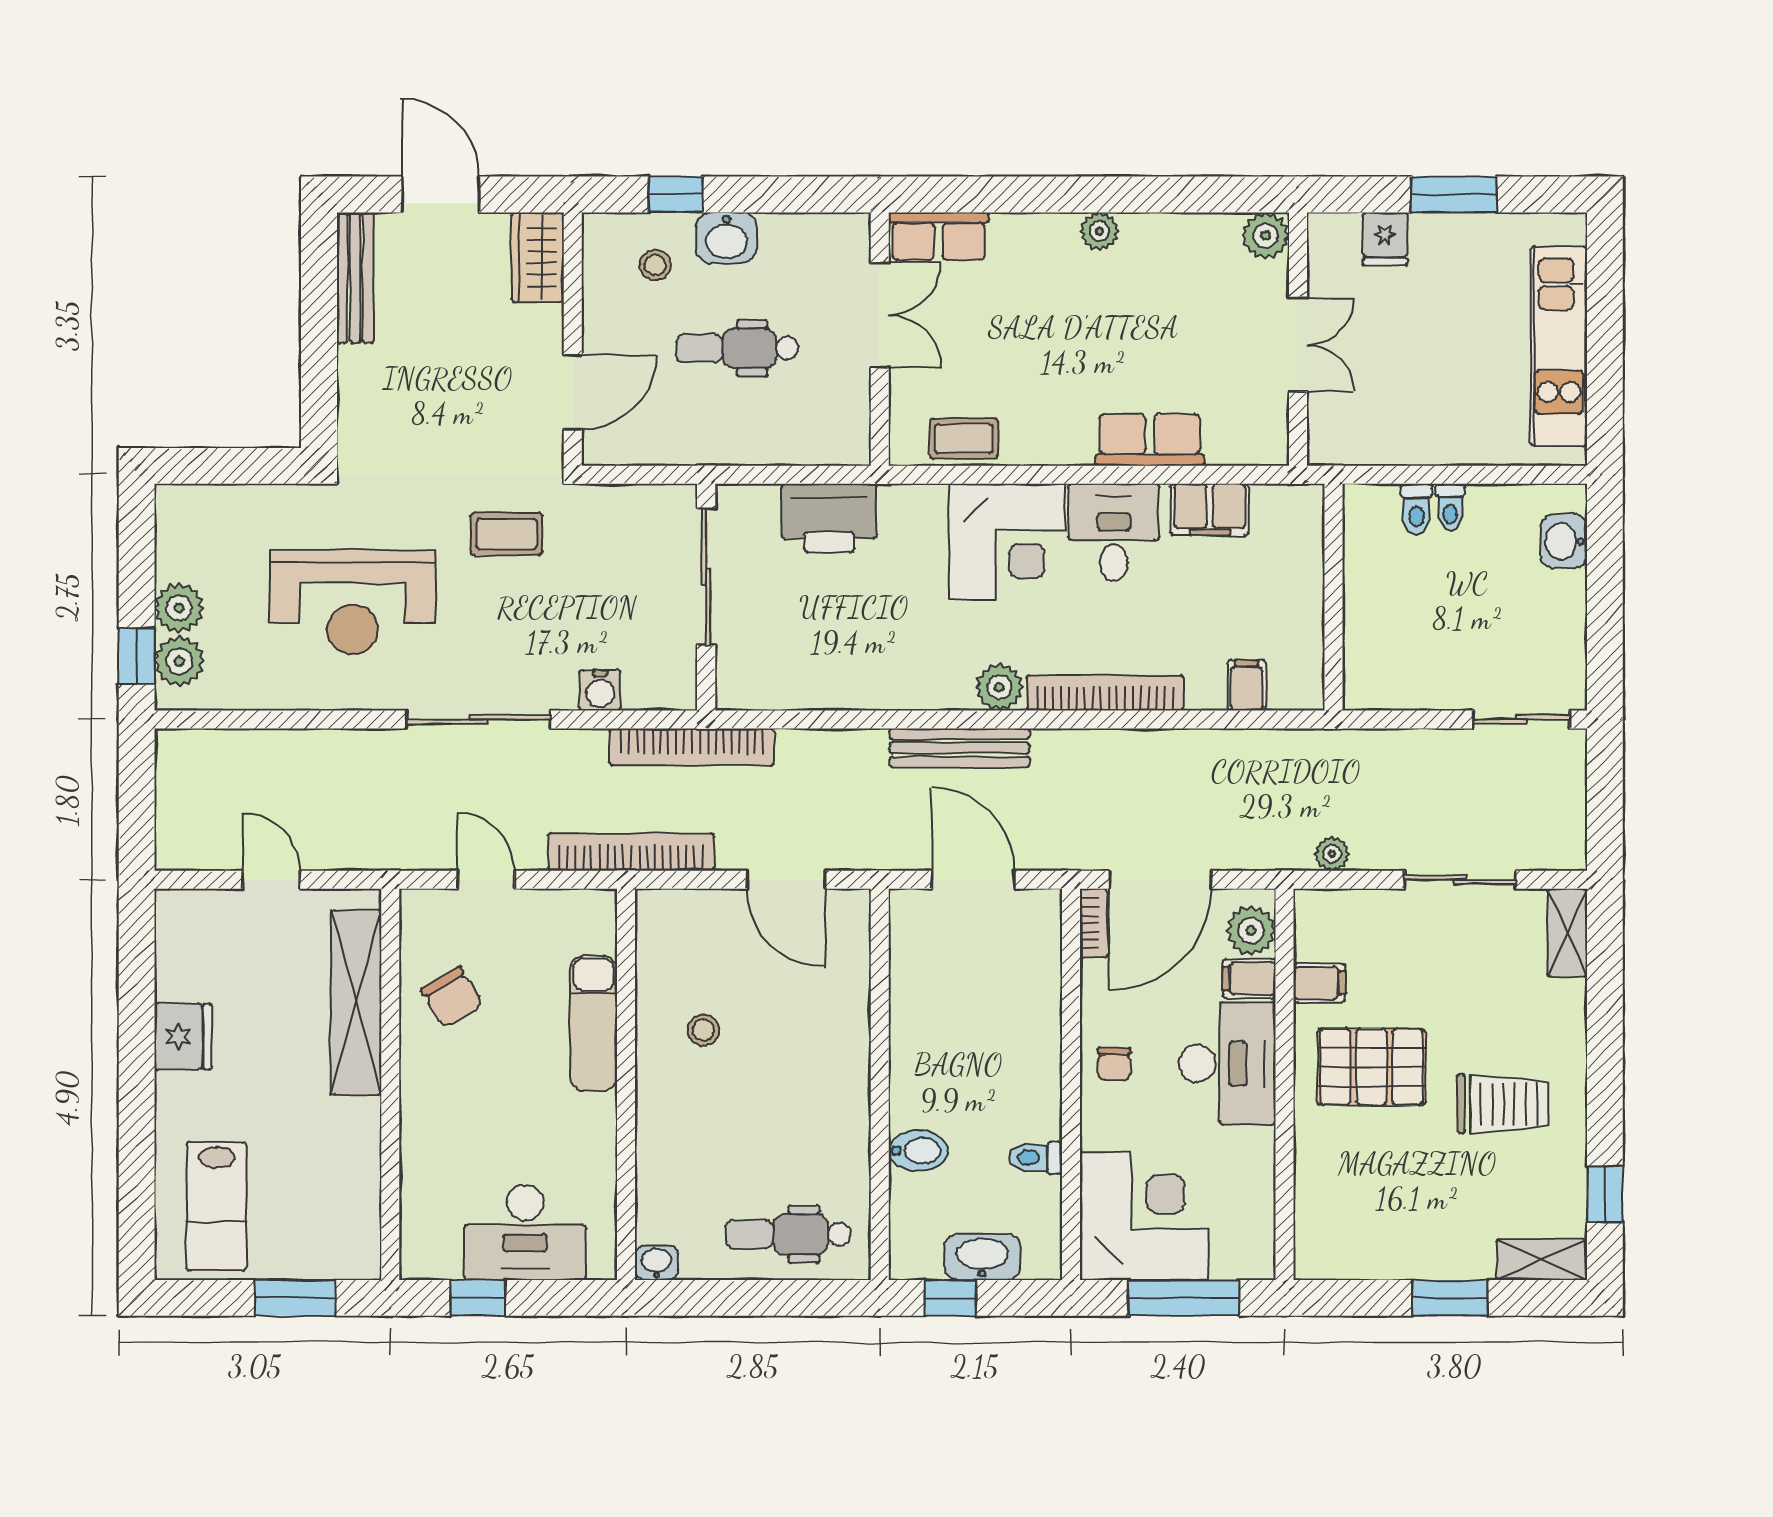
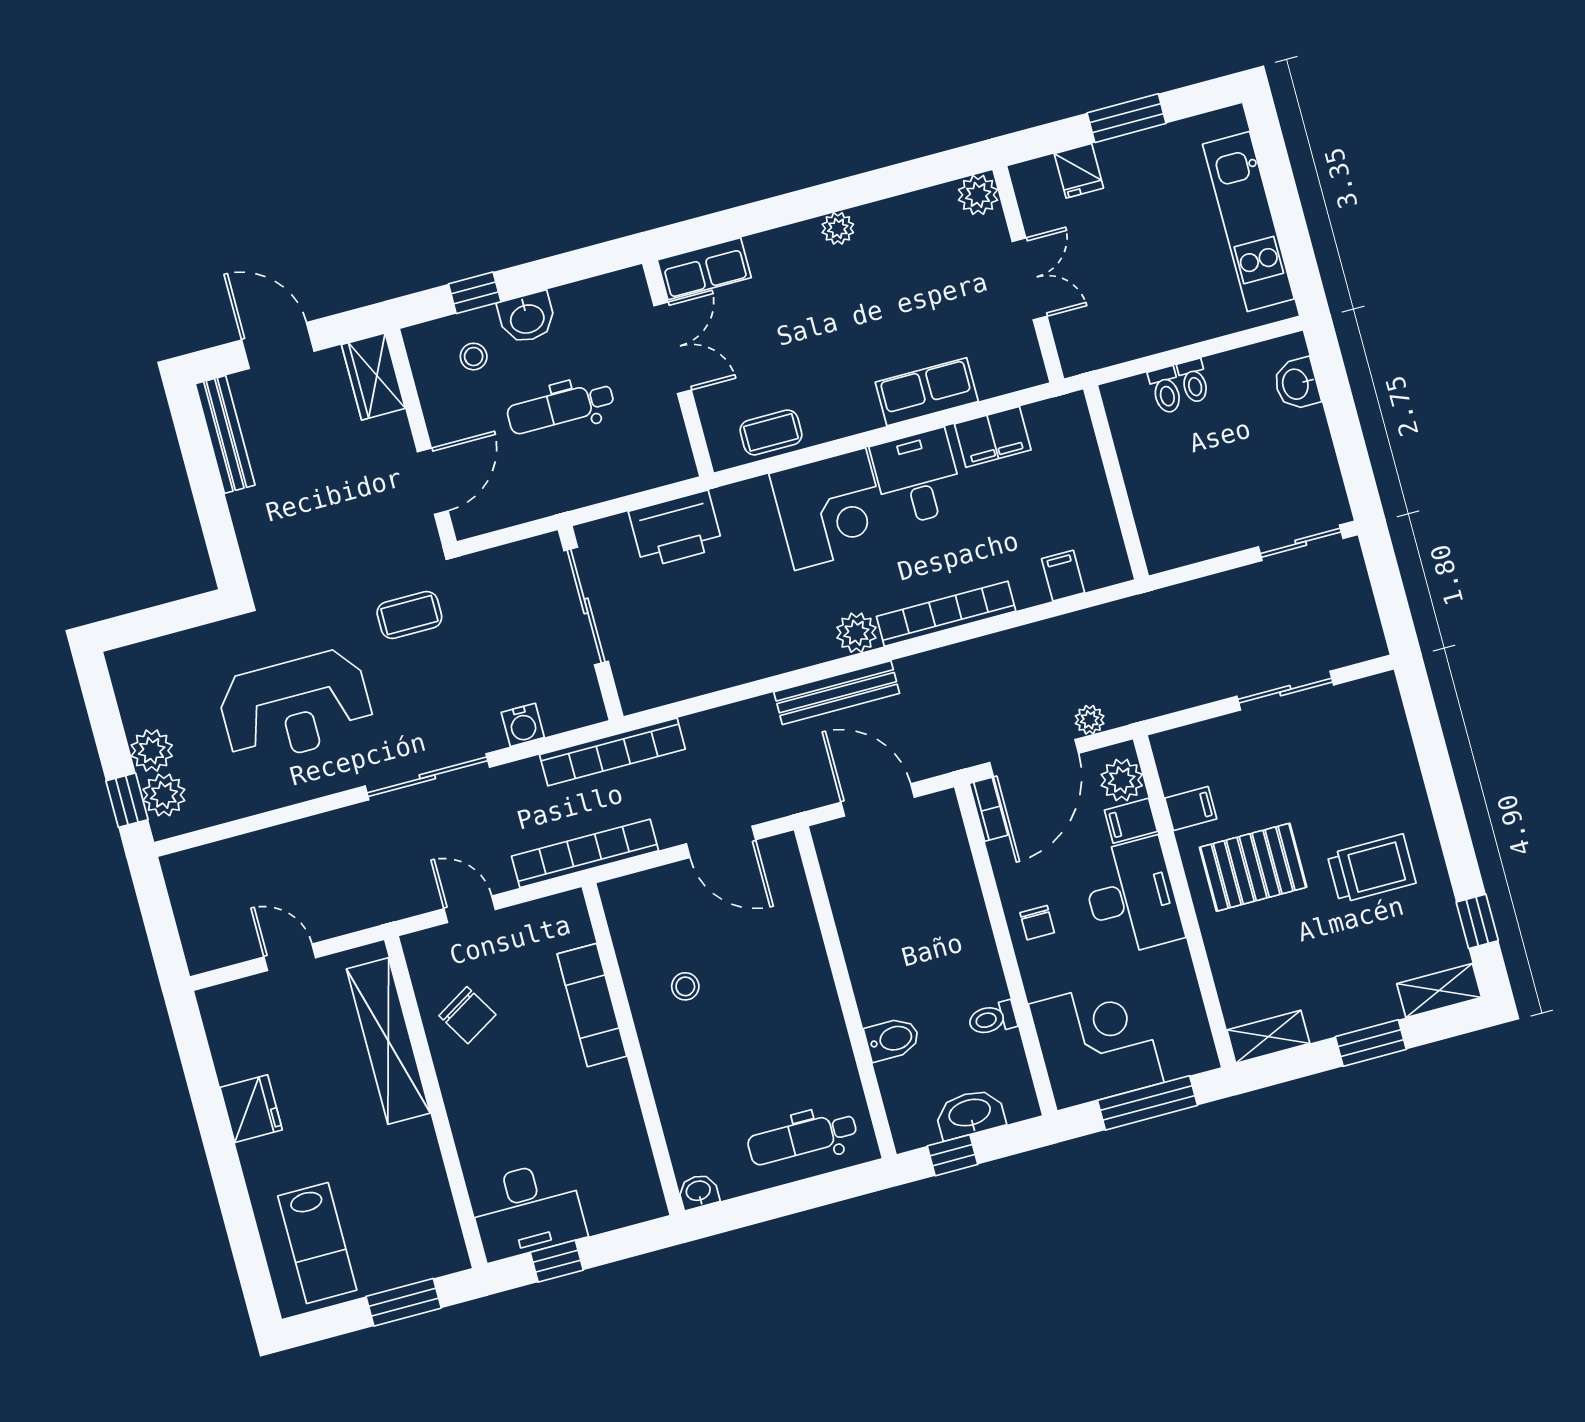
plant: (1332, 854) -> (1090, 720), moved
shelving: (1567, 933) -> (1268, 1037), moved, turned 90
desk: (525, 1232) -> (527, 1210), moved

